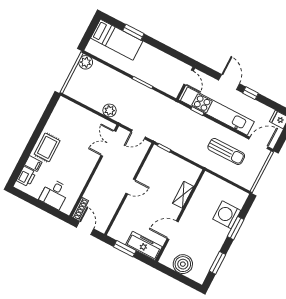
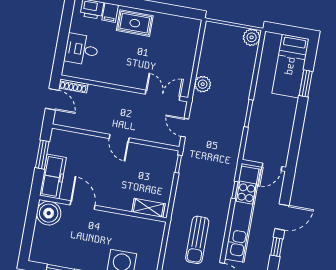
shelving: (183, 195) -> (148, 208), moved
door: (85, 228) -> (52, 99), hinge flipped
boiler: (183, 264) -> (49, 213), moved

